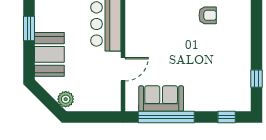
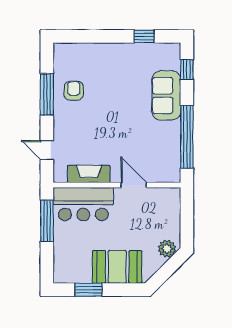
fireplace: (133, 29) -> (89, 174), added
sofa: (161, 99) -> (166, 96), moved

